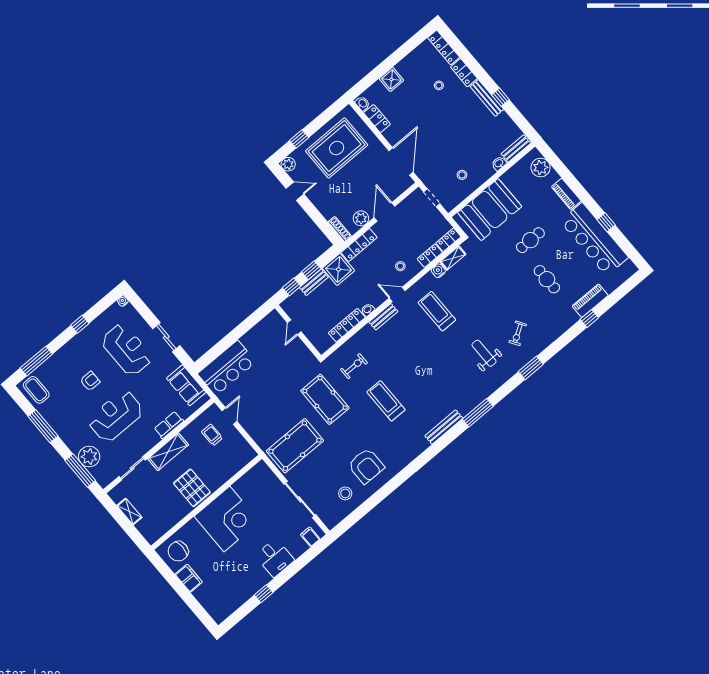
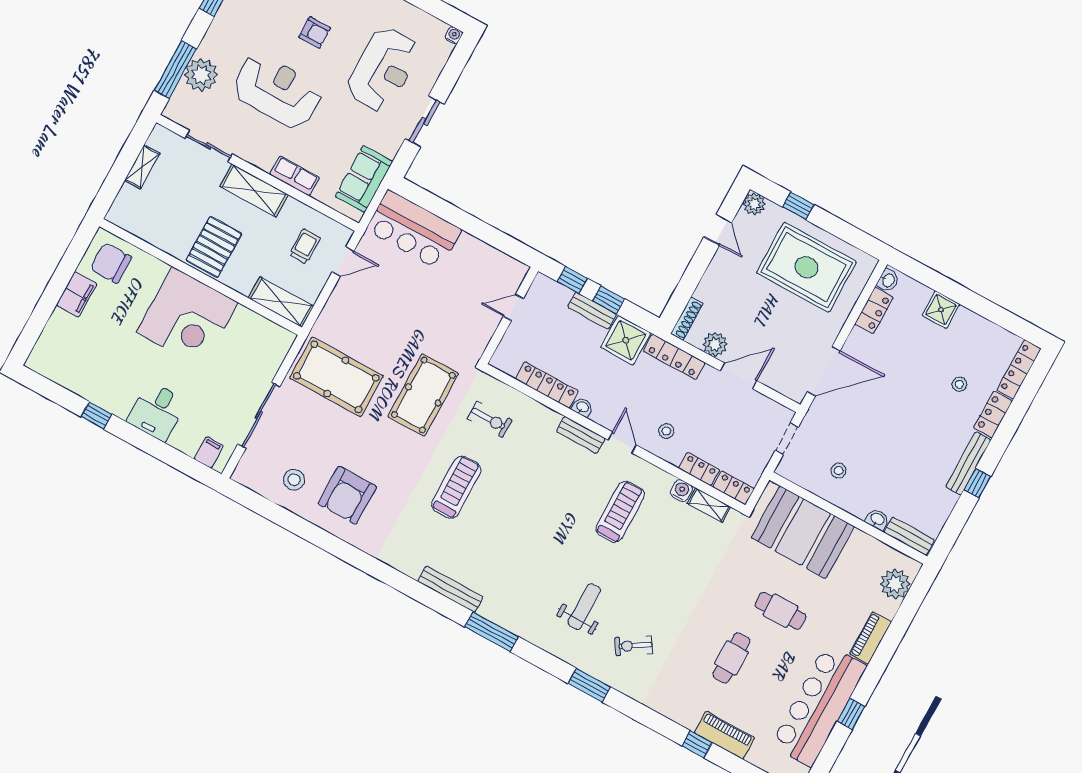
shelving: (239, 461) -> (281, 302), added

